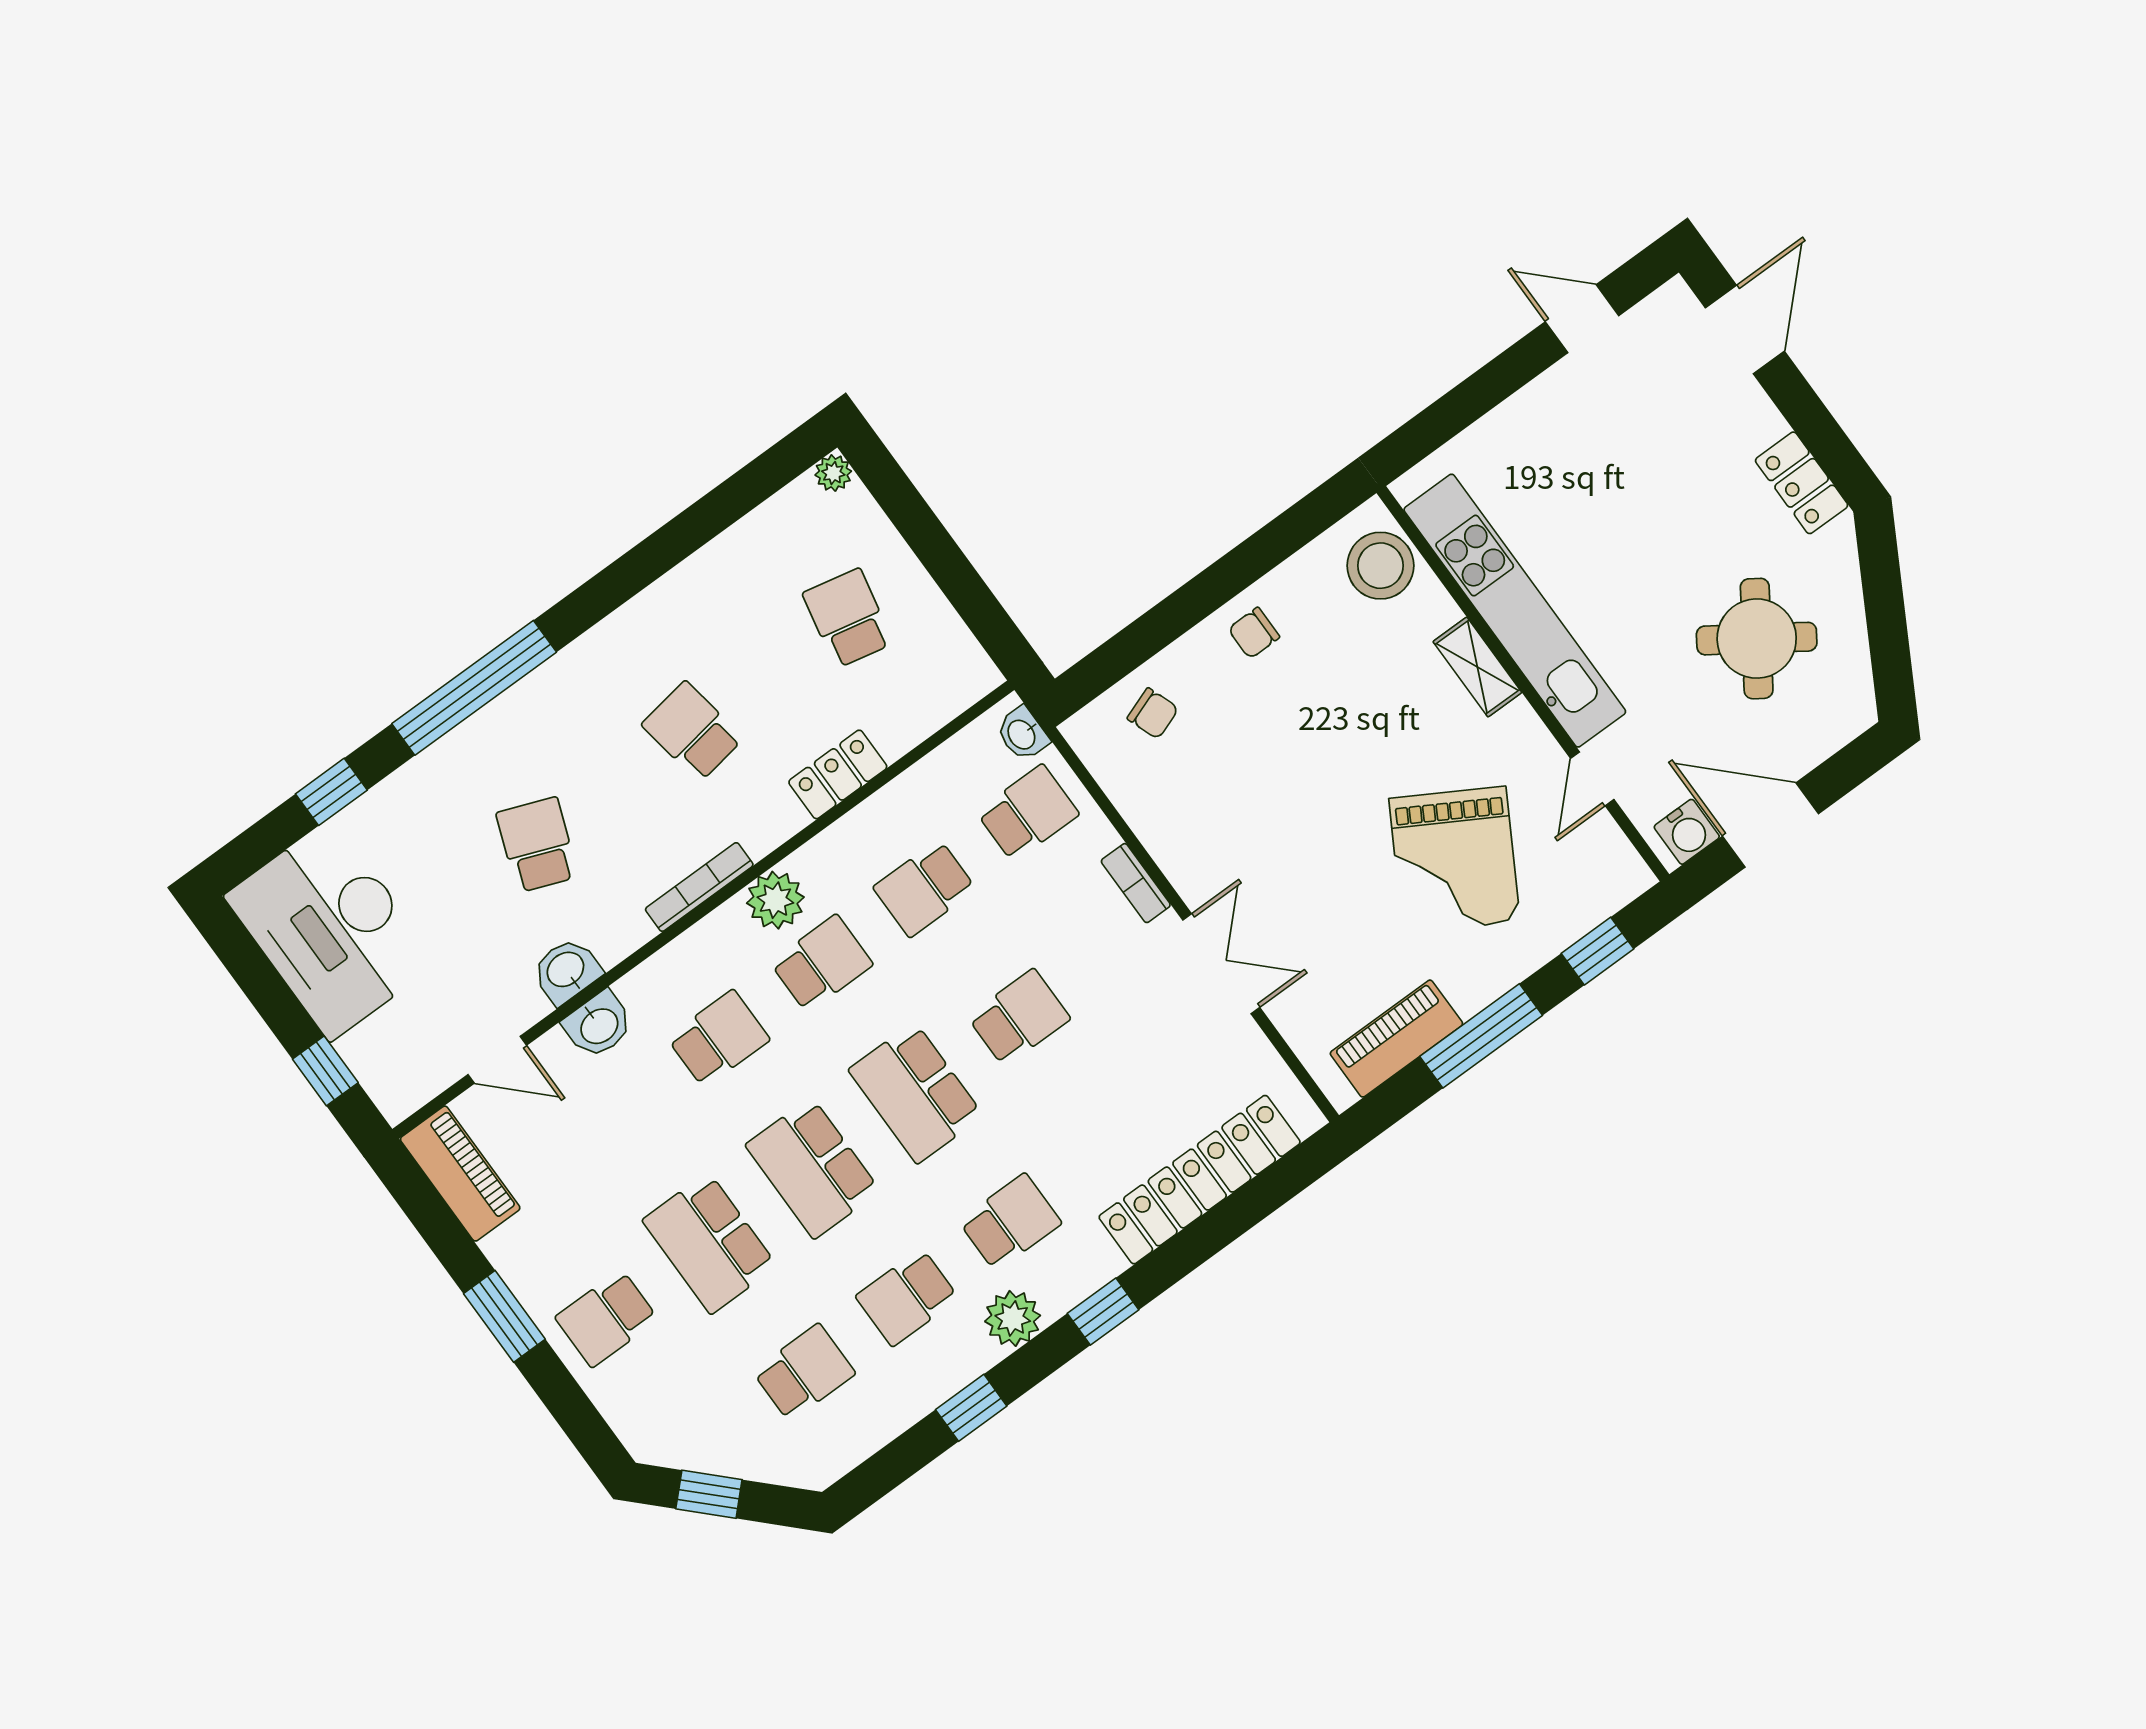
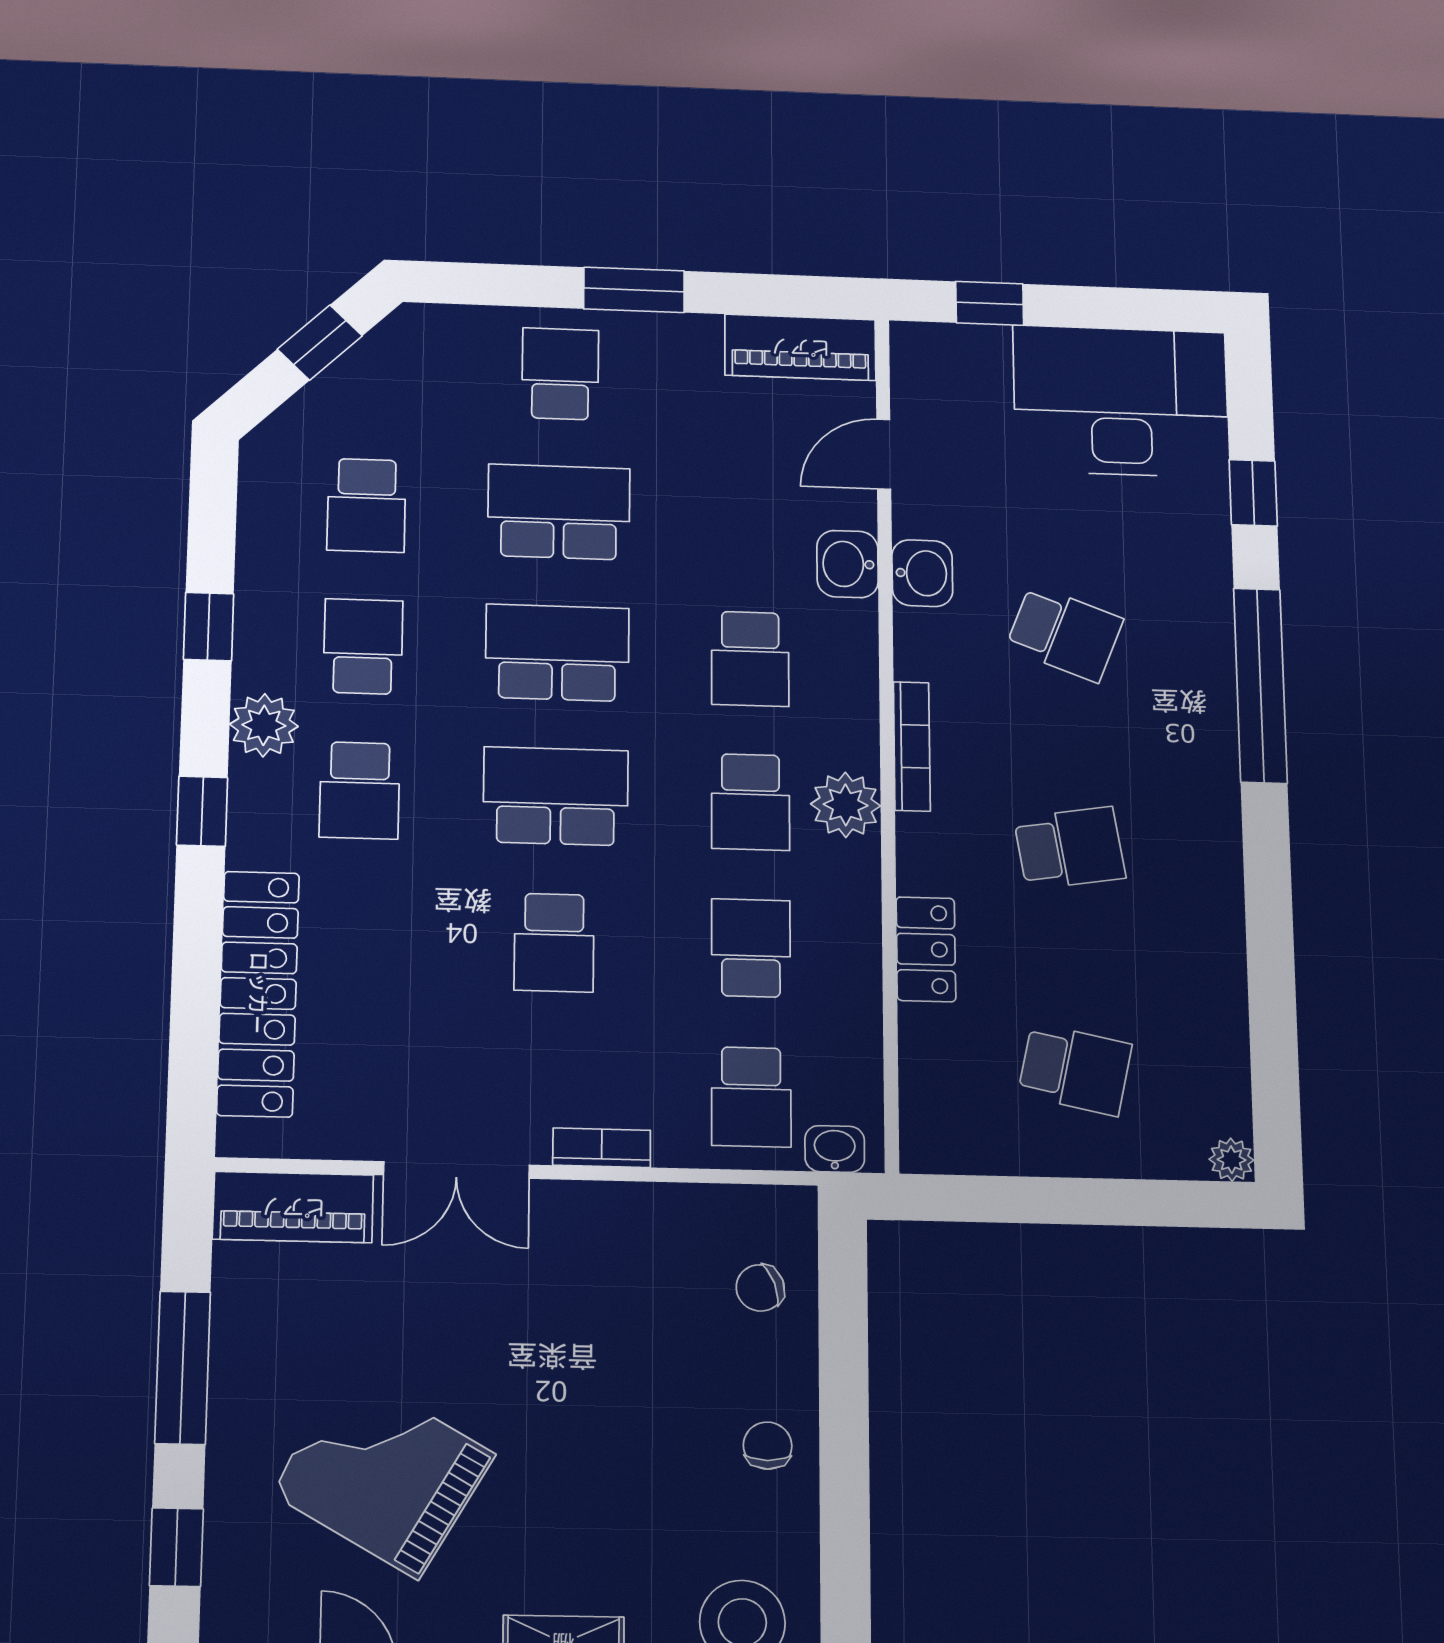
piano: (1396, 1039) -> (293, 1207), moved, turned 90

